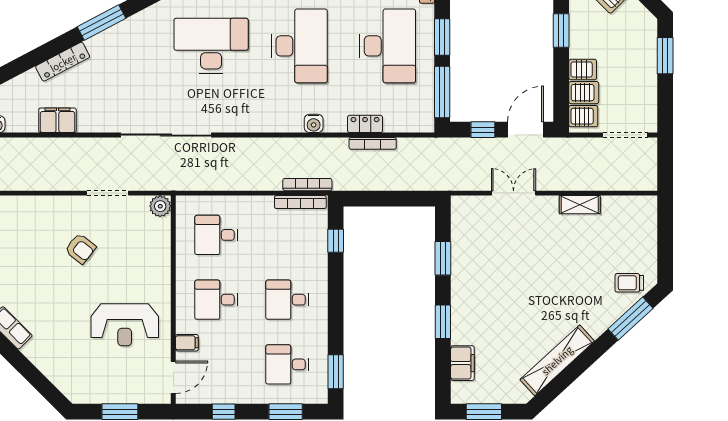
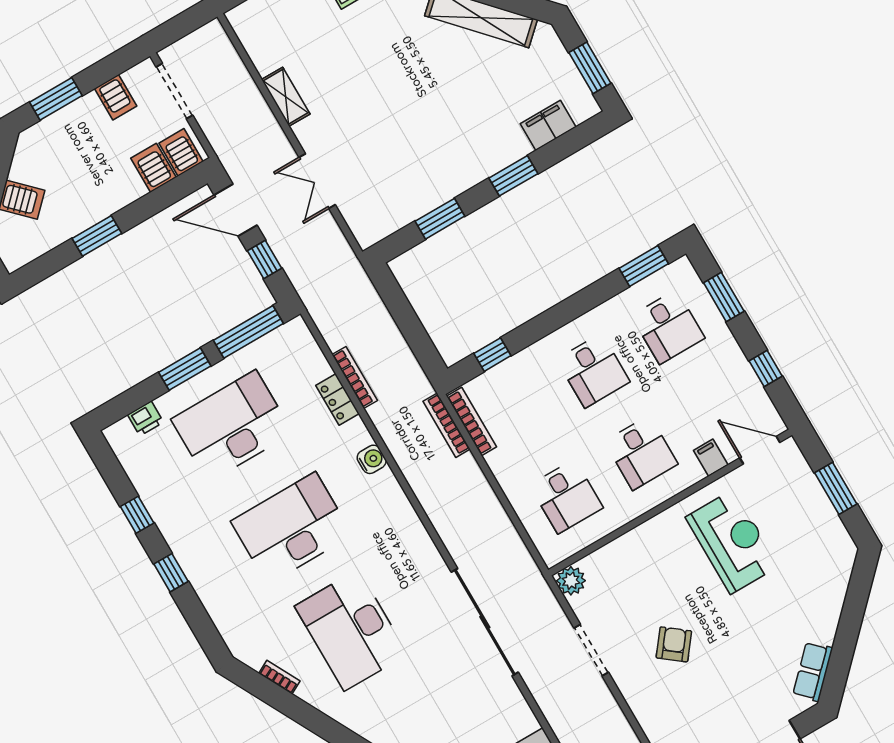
server rack: (583, 70) -> (116, 97), moved, turned 180

